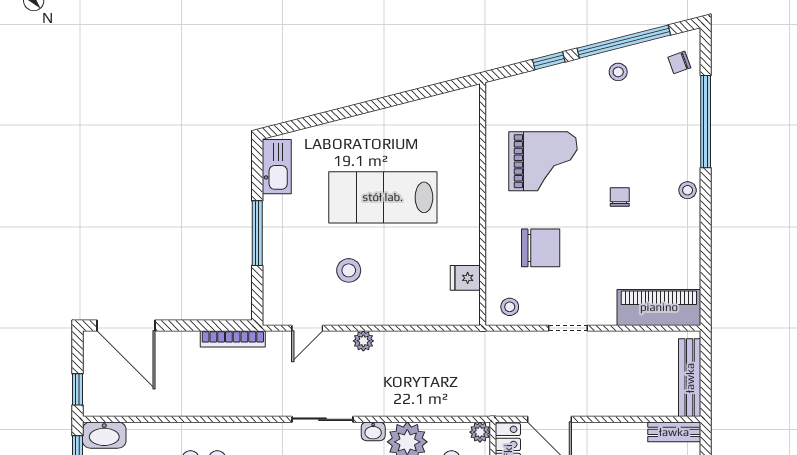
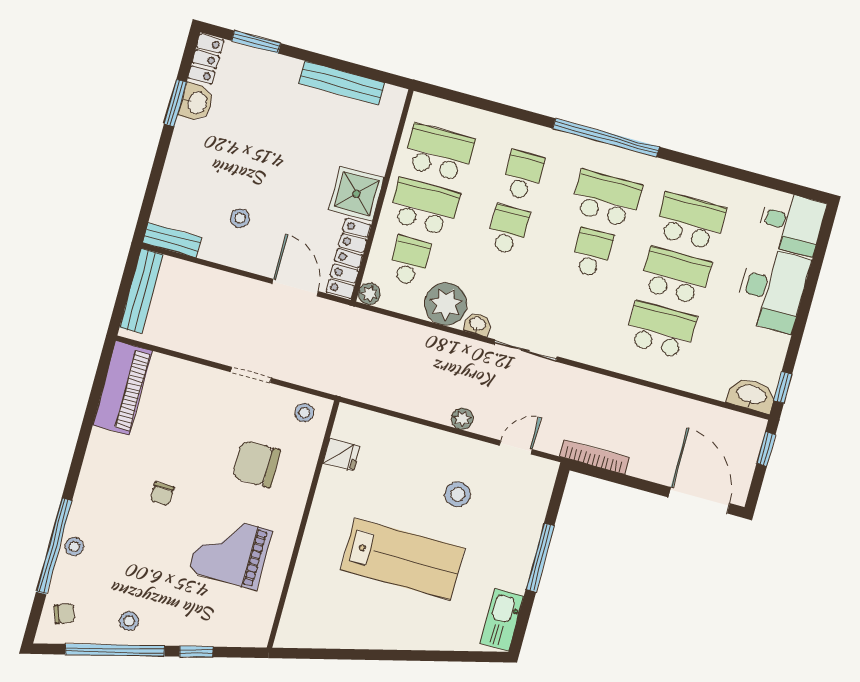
stool: (688, 190) -> (74, 547), moved
piano: (659, 307) -> (123, 388), moved, turned -90

